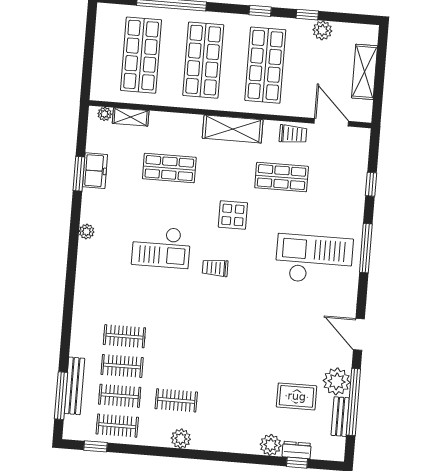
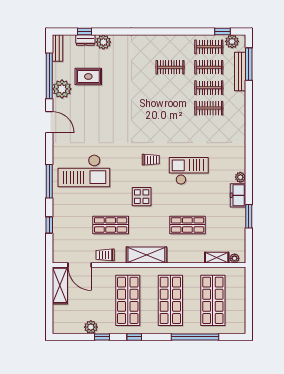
shelving: (365, 72) -> (60, 285), moved
freezer: (95, 171) -> (238, 195), moved
bench: (340, 417) -> (58, 48), moved
plant: (181, 439) -> (232, 41), moved

